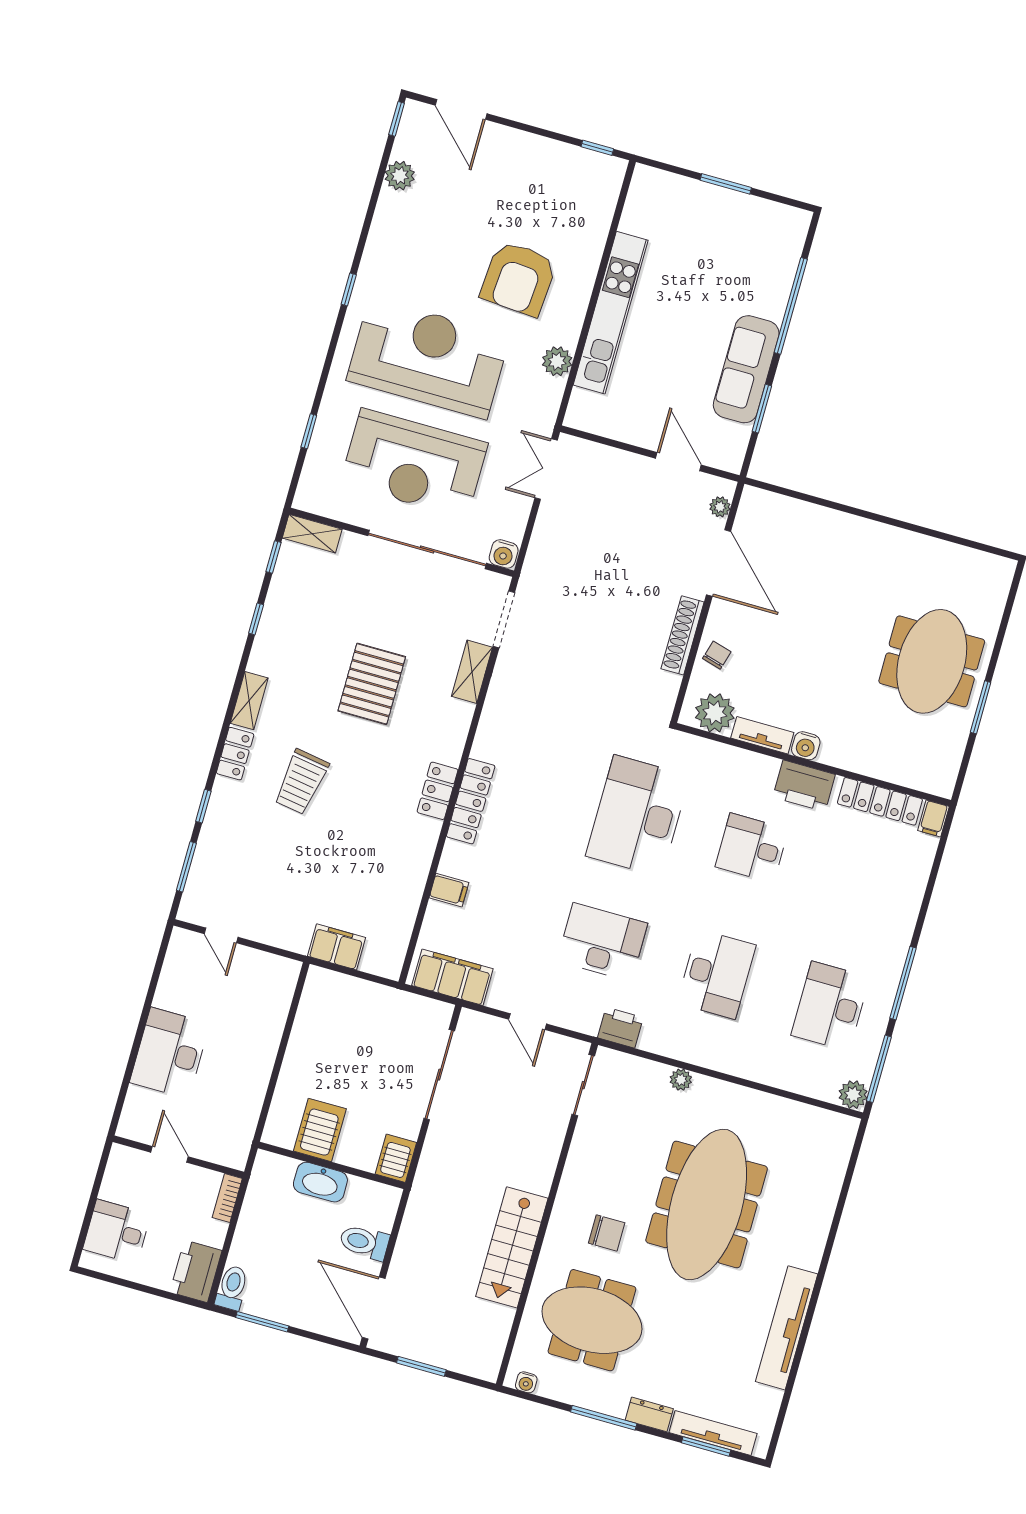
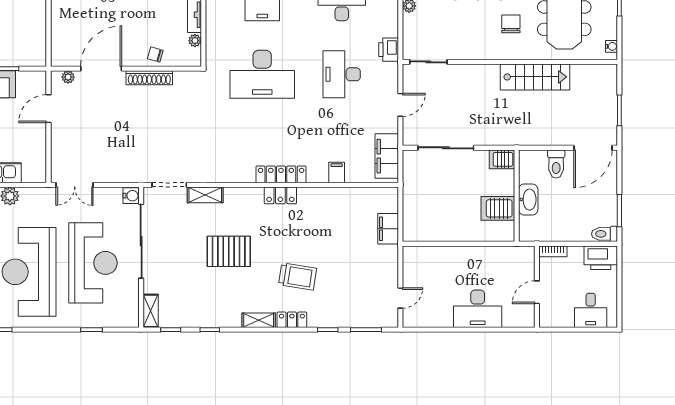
plant: (715, 713) -> (195, 41), width x0.53, depth x0.53

